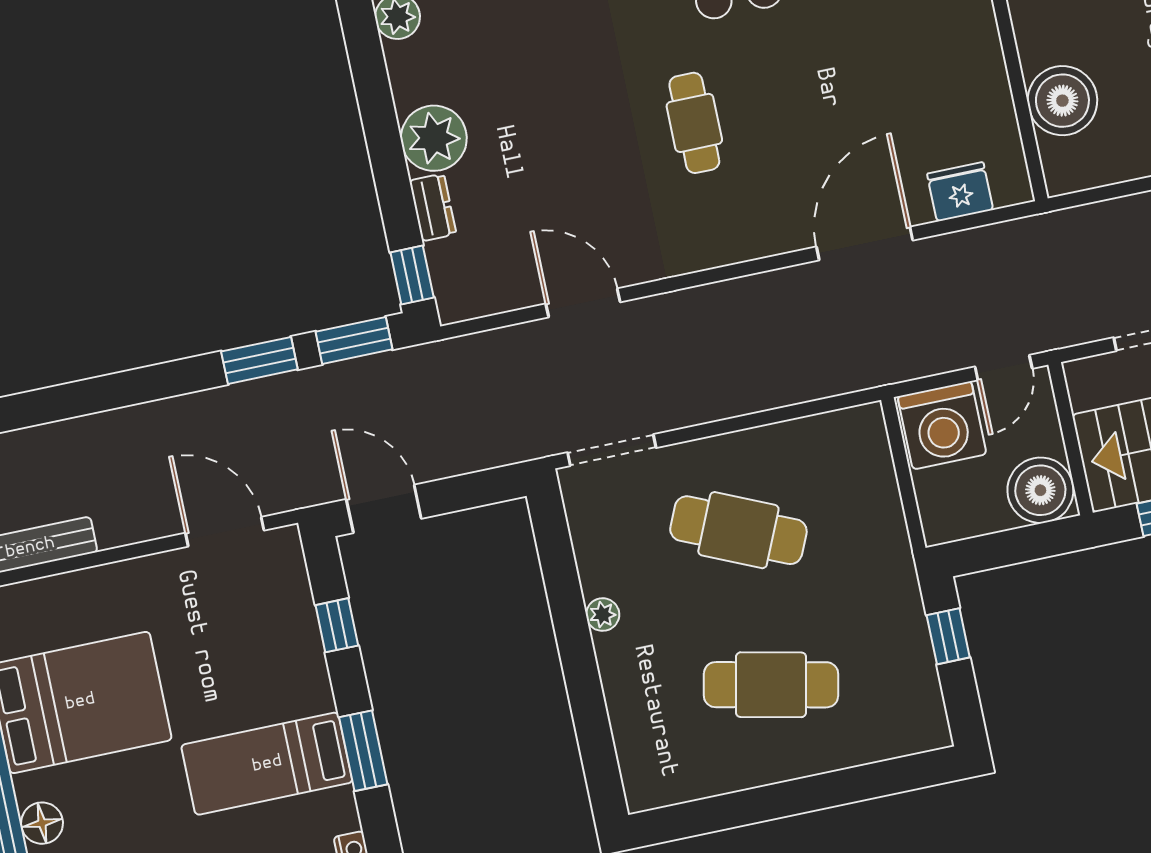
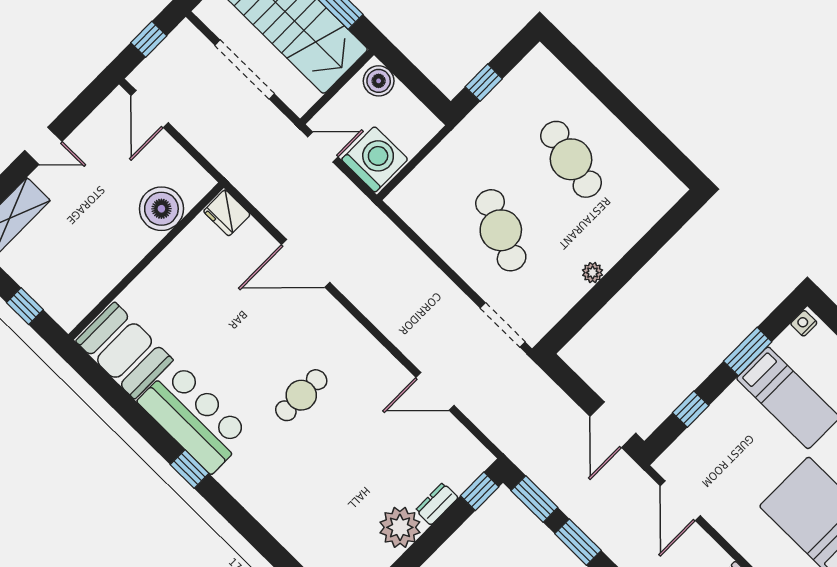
fridge: (960, 192) -> (227, 213), moved
door: (583, 303) -> (435, 391), hinge flipped
boiler: (1040, 490) -> (379, 81), width x0.73, depth x0.73

